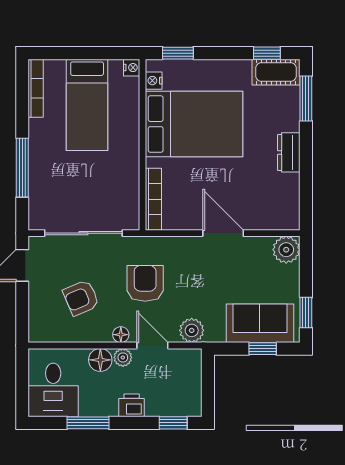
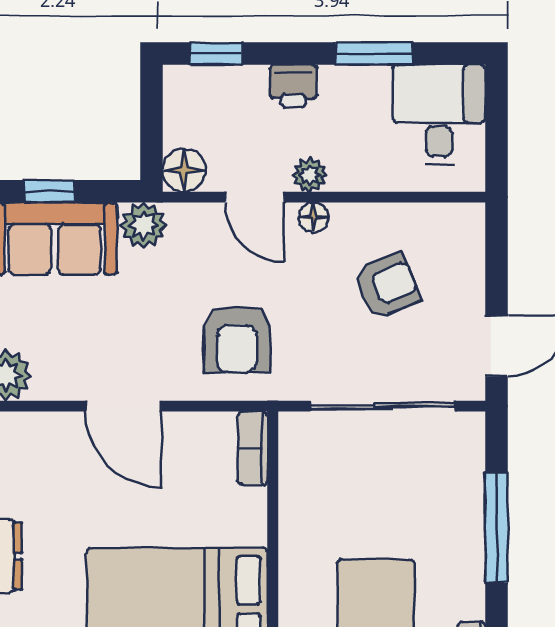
bookcase: (153, 199) -> (253, 448), width x0.64
armchair: (145, 283) -> (237, 339), moved
plant: (192, 330) -> (143, 225), moved
floor lamp: (100, 360) -> (184, 170), moved

